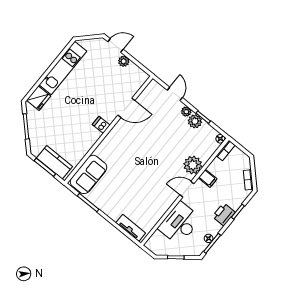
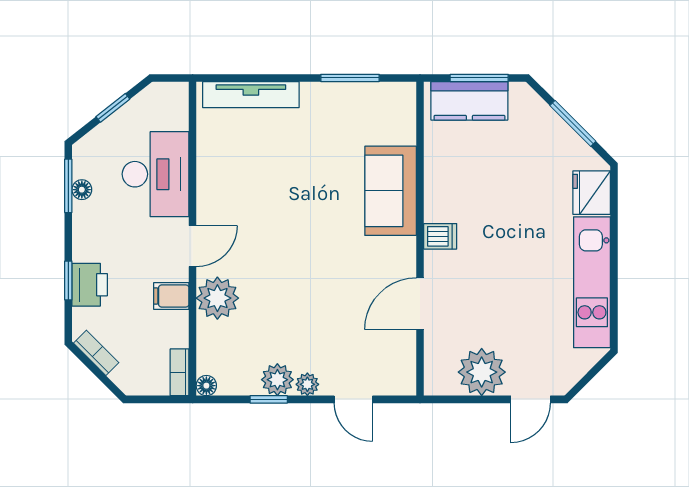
plant: (124, 61) -> (482, 372), width x1.88, depth x1.88
sofa: (88, 174) -> (391, 191), moved
printer: (224, 214) -> (90, 285), moved
tv unit: (131, 228) -> (251, 95), width x1.41

